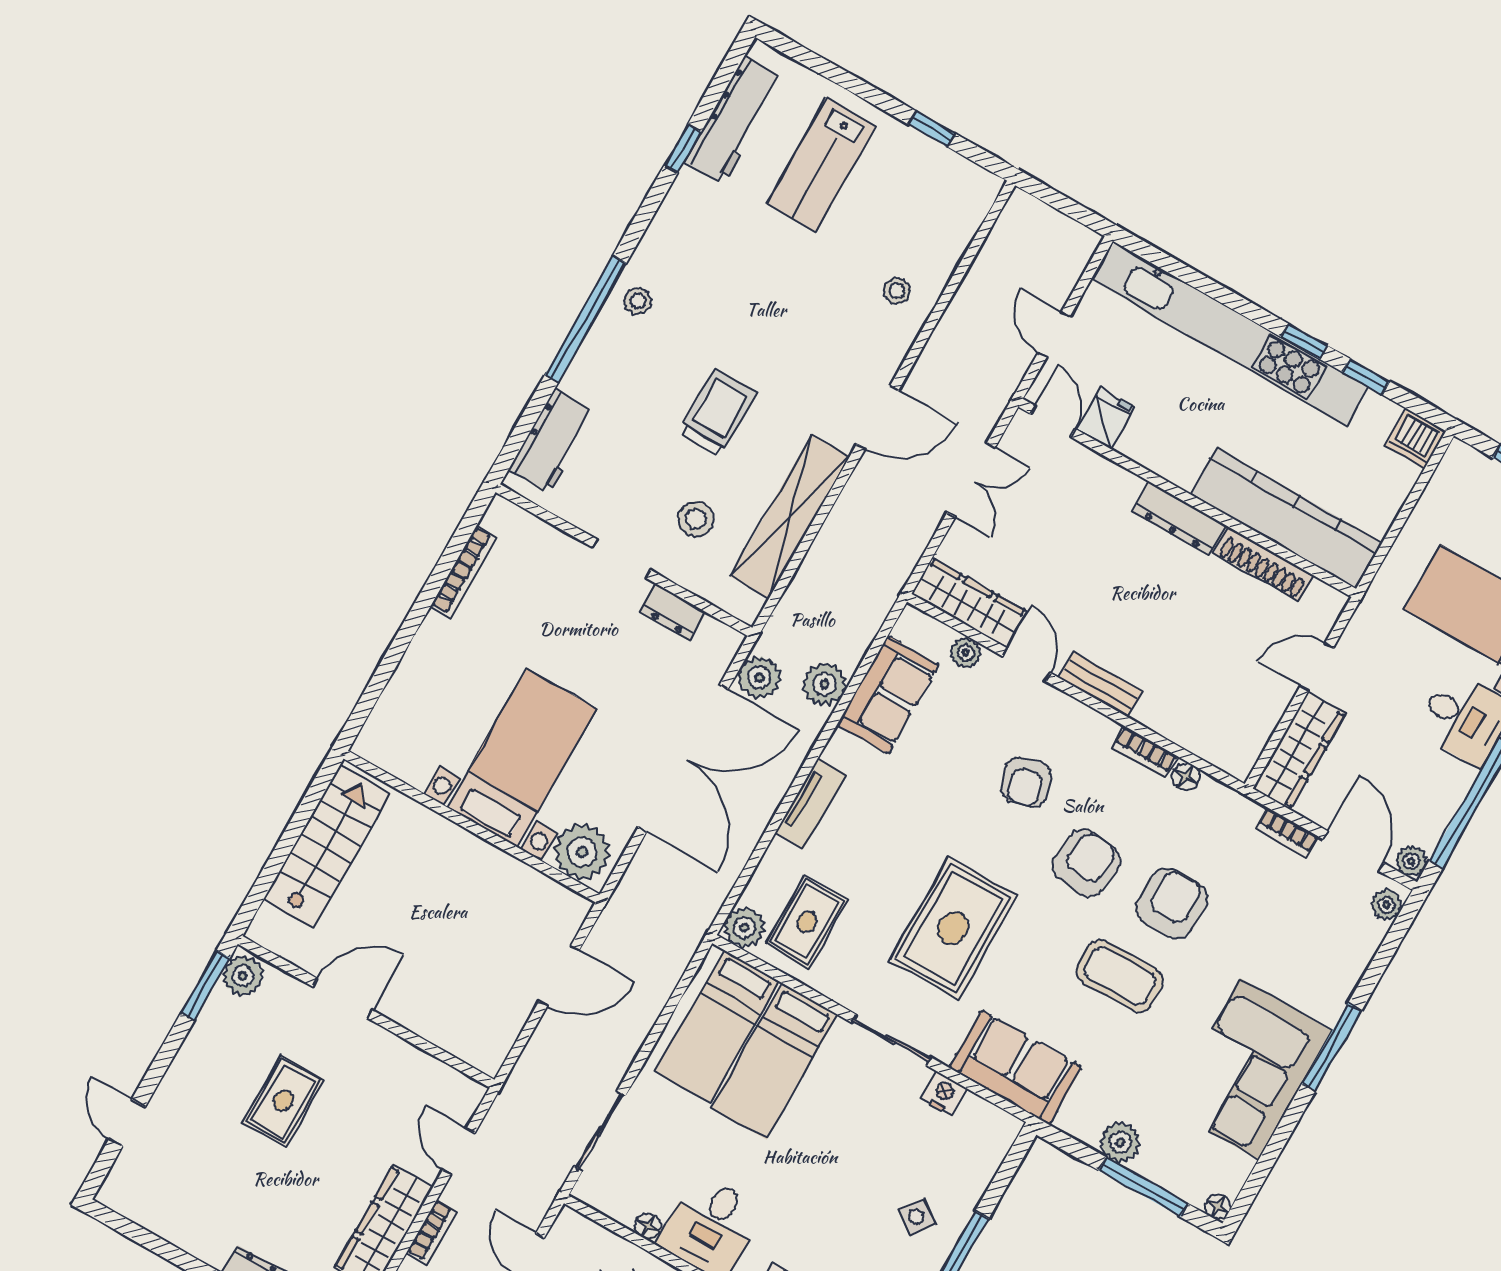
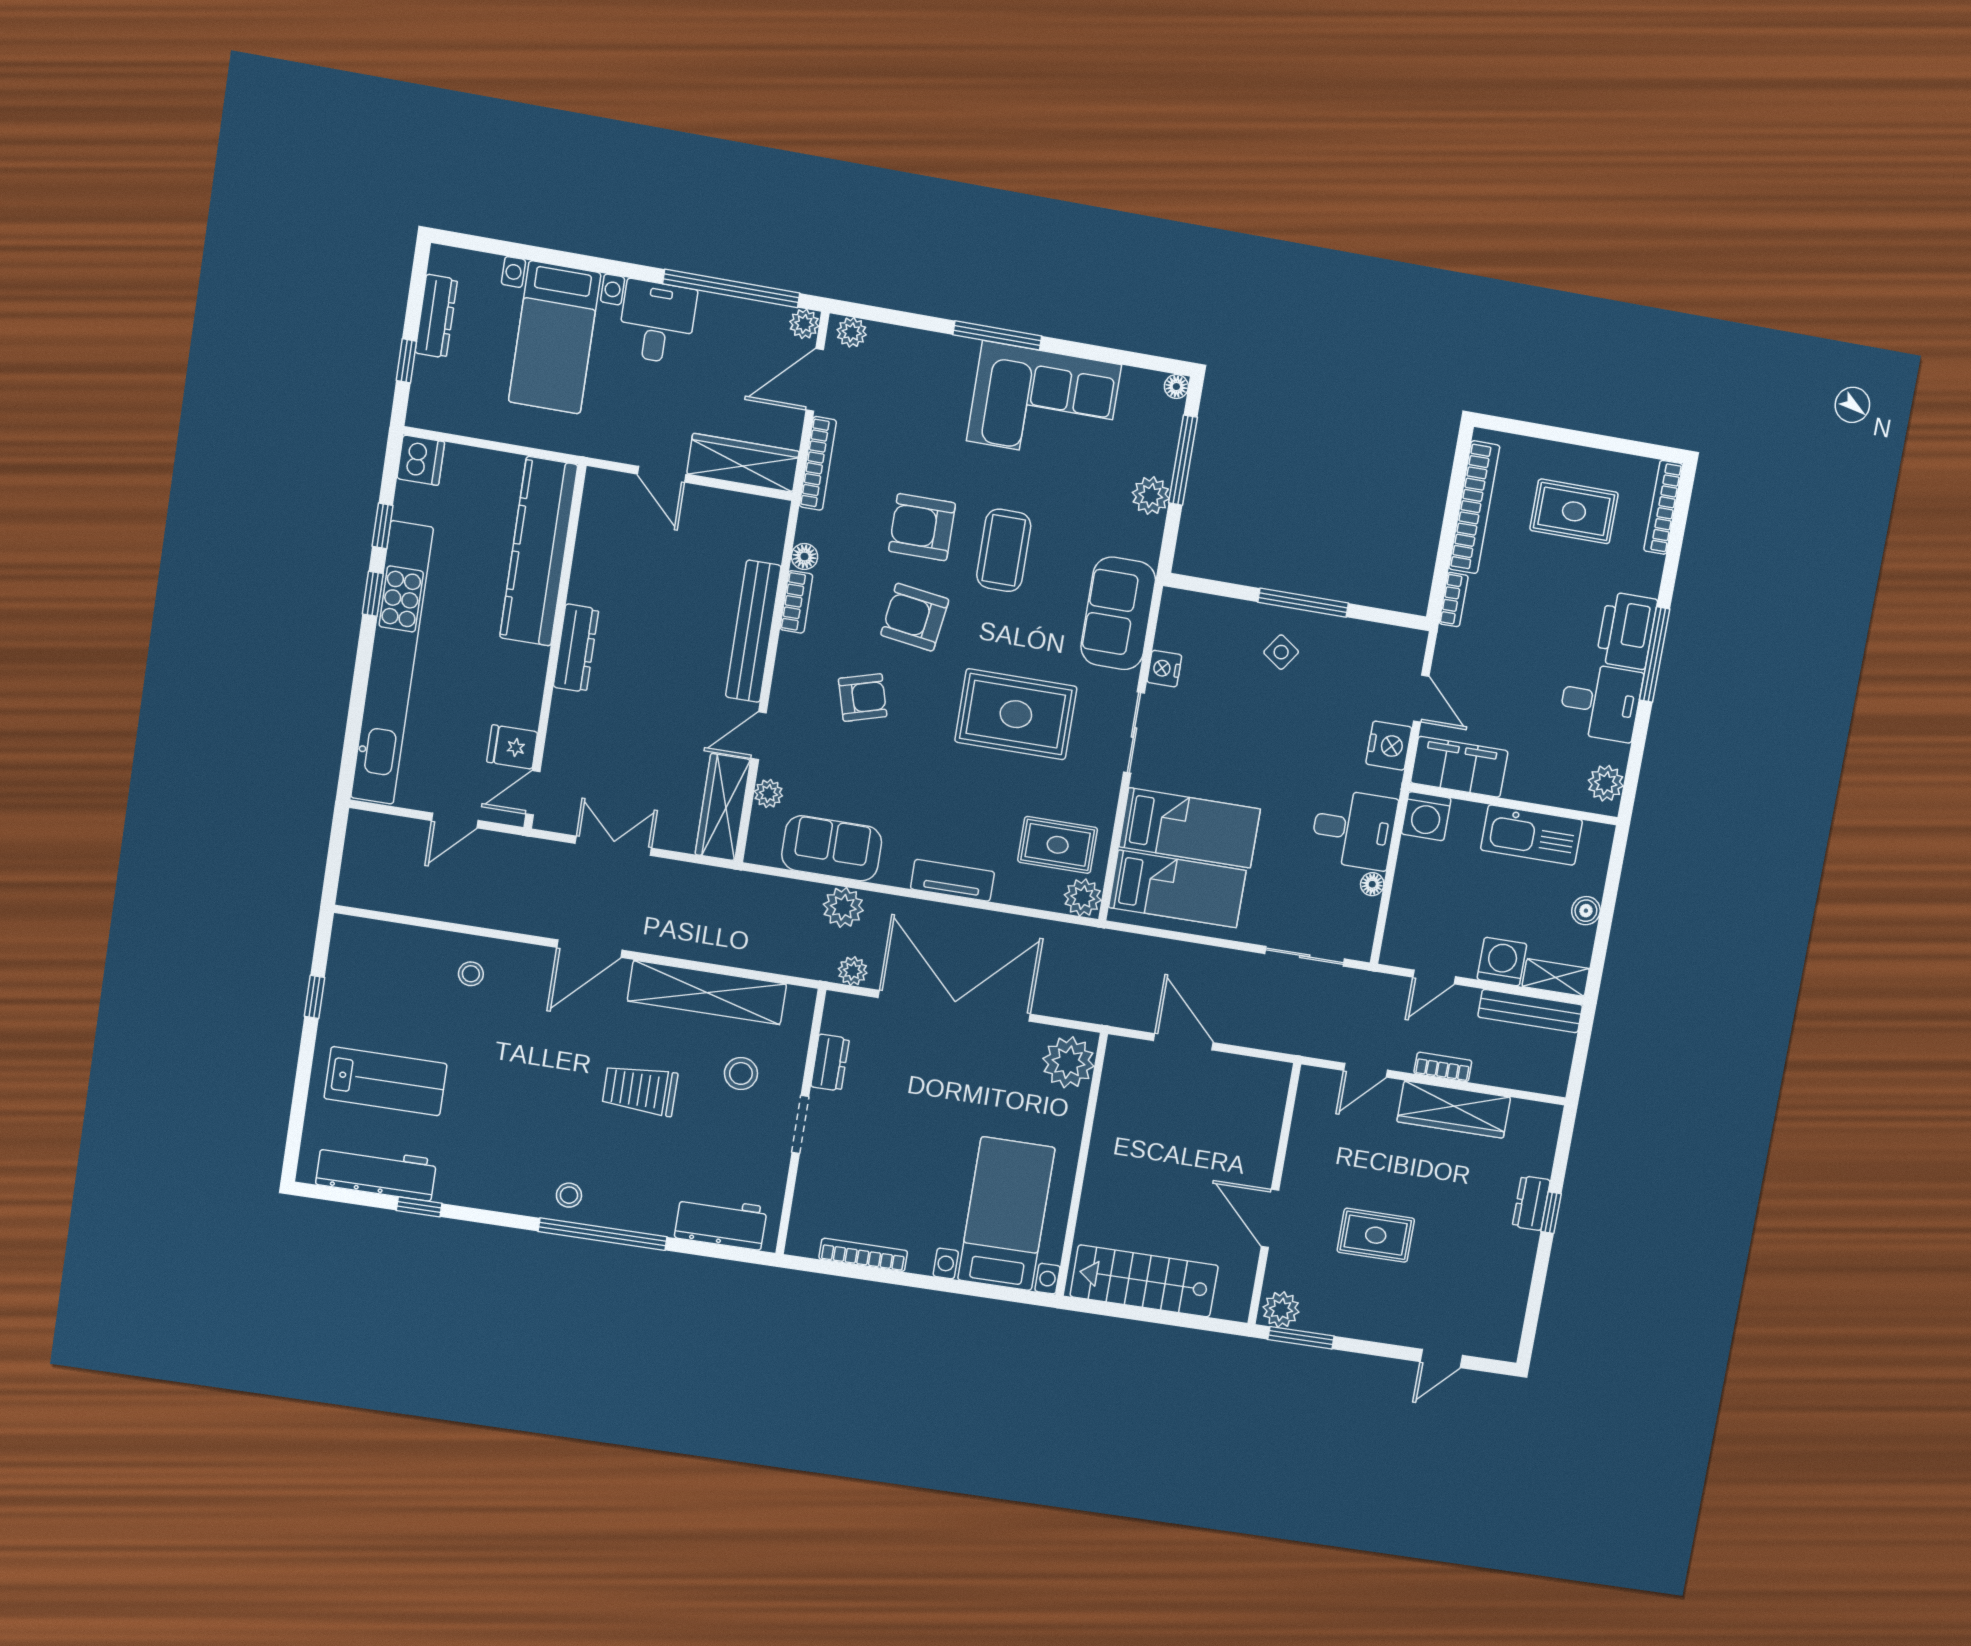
door: (878, 417) -> (589, 949), swing flipped
shoe rack: (1264, 564) -> (588, 556), removed
plant: (759, 677) -> (853, 971), width x0.73, depth x0.73
bench: (1100, 684) -> (753, 631), width x1.86, depth x1.21
bed with nightstands: (522, 758) -> (1006, 1214), moved, turned 90
bookcase: (1287, 832) -> (818, 463), width x1.56

